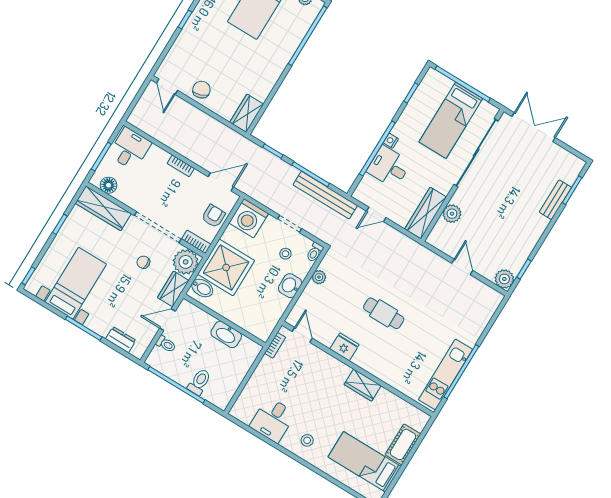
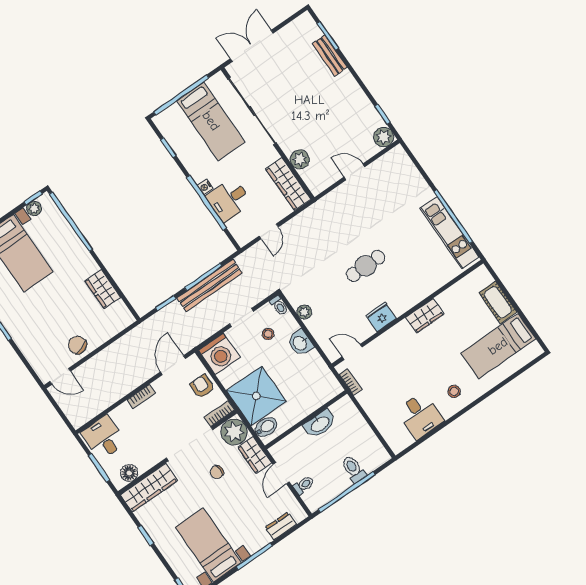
wardrobe: (247, 113) -> (103, 289), moved
bench: (325, 195) -> (209, 285), moved

